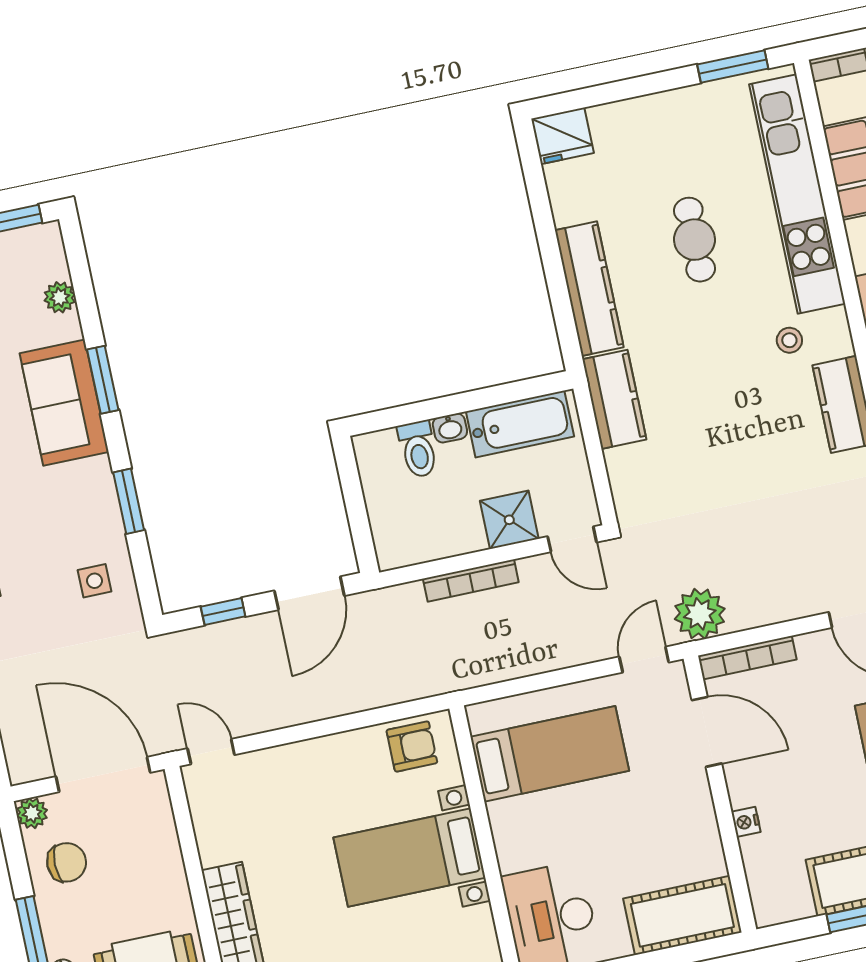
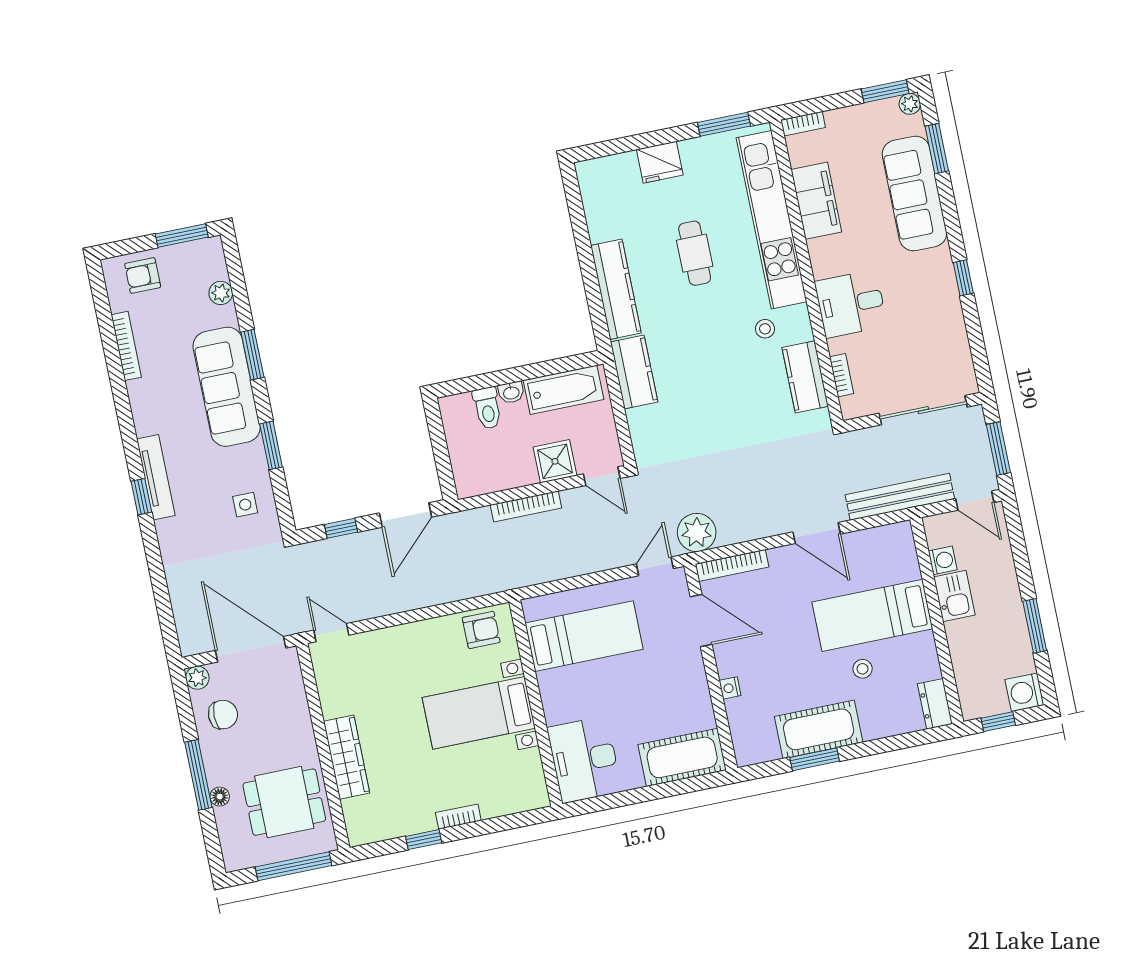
fridge: (562, 136) -> (660, 162), moved
sofa: (64, 403) -> (227, 387), width x1.36

